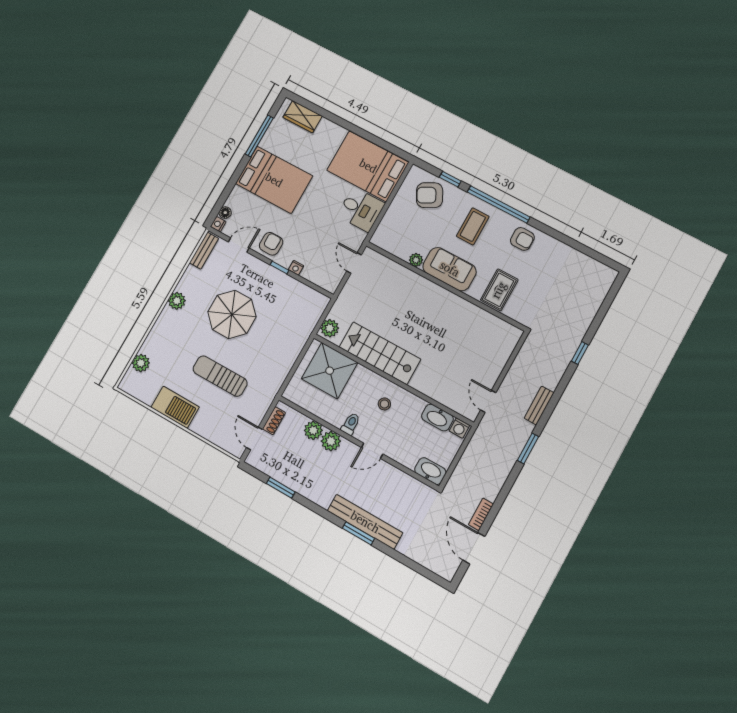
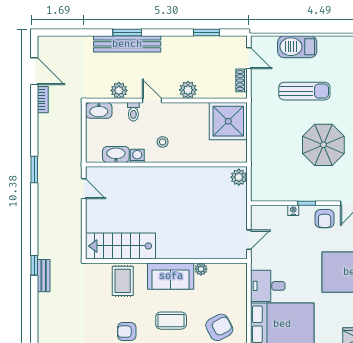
coffee table: (473, 226) -> (171, 321), turned 90
door: (354, 263) -> (249, 240), hinge flipped
stairs: (380, 353) -> (120, 246), moved, turned 180
shower: (330, 371) -> (228, 121), moved
bench: (539, 405) -> (44, 276), moved
barbecue: (175, 407) -> (297, 47), moved
toilet: (351, 424) -> (133, 112), moved
washing machine: (459, 428) -> (137, 156), moved
plant: (313, 430) -> (119, 90), moved
door: (372, 451) -> (152, 101), hinge flipped

